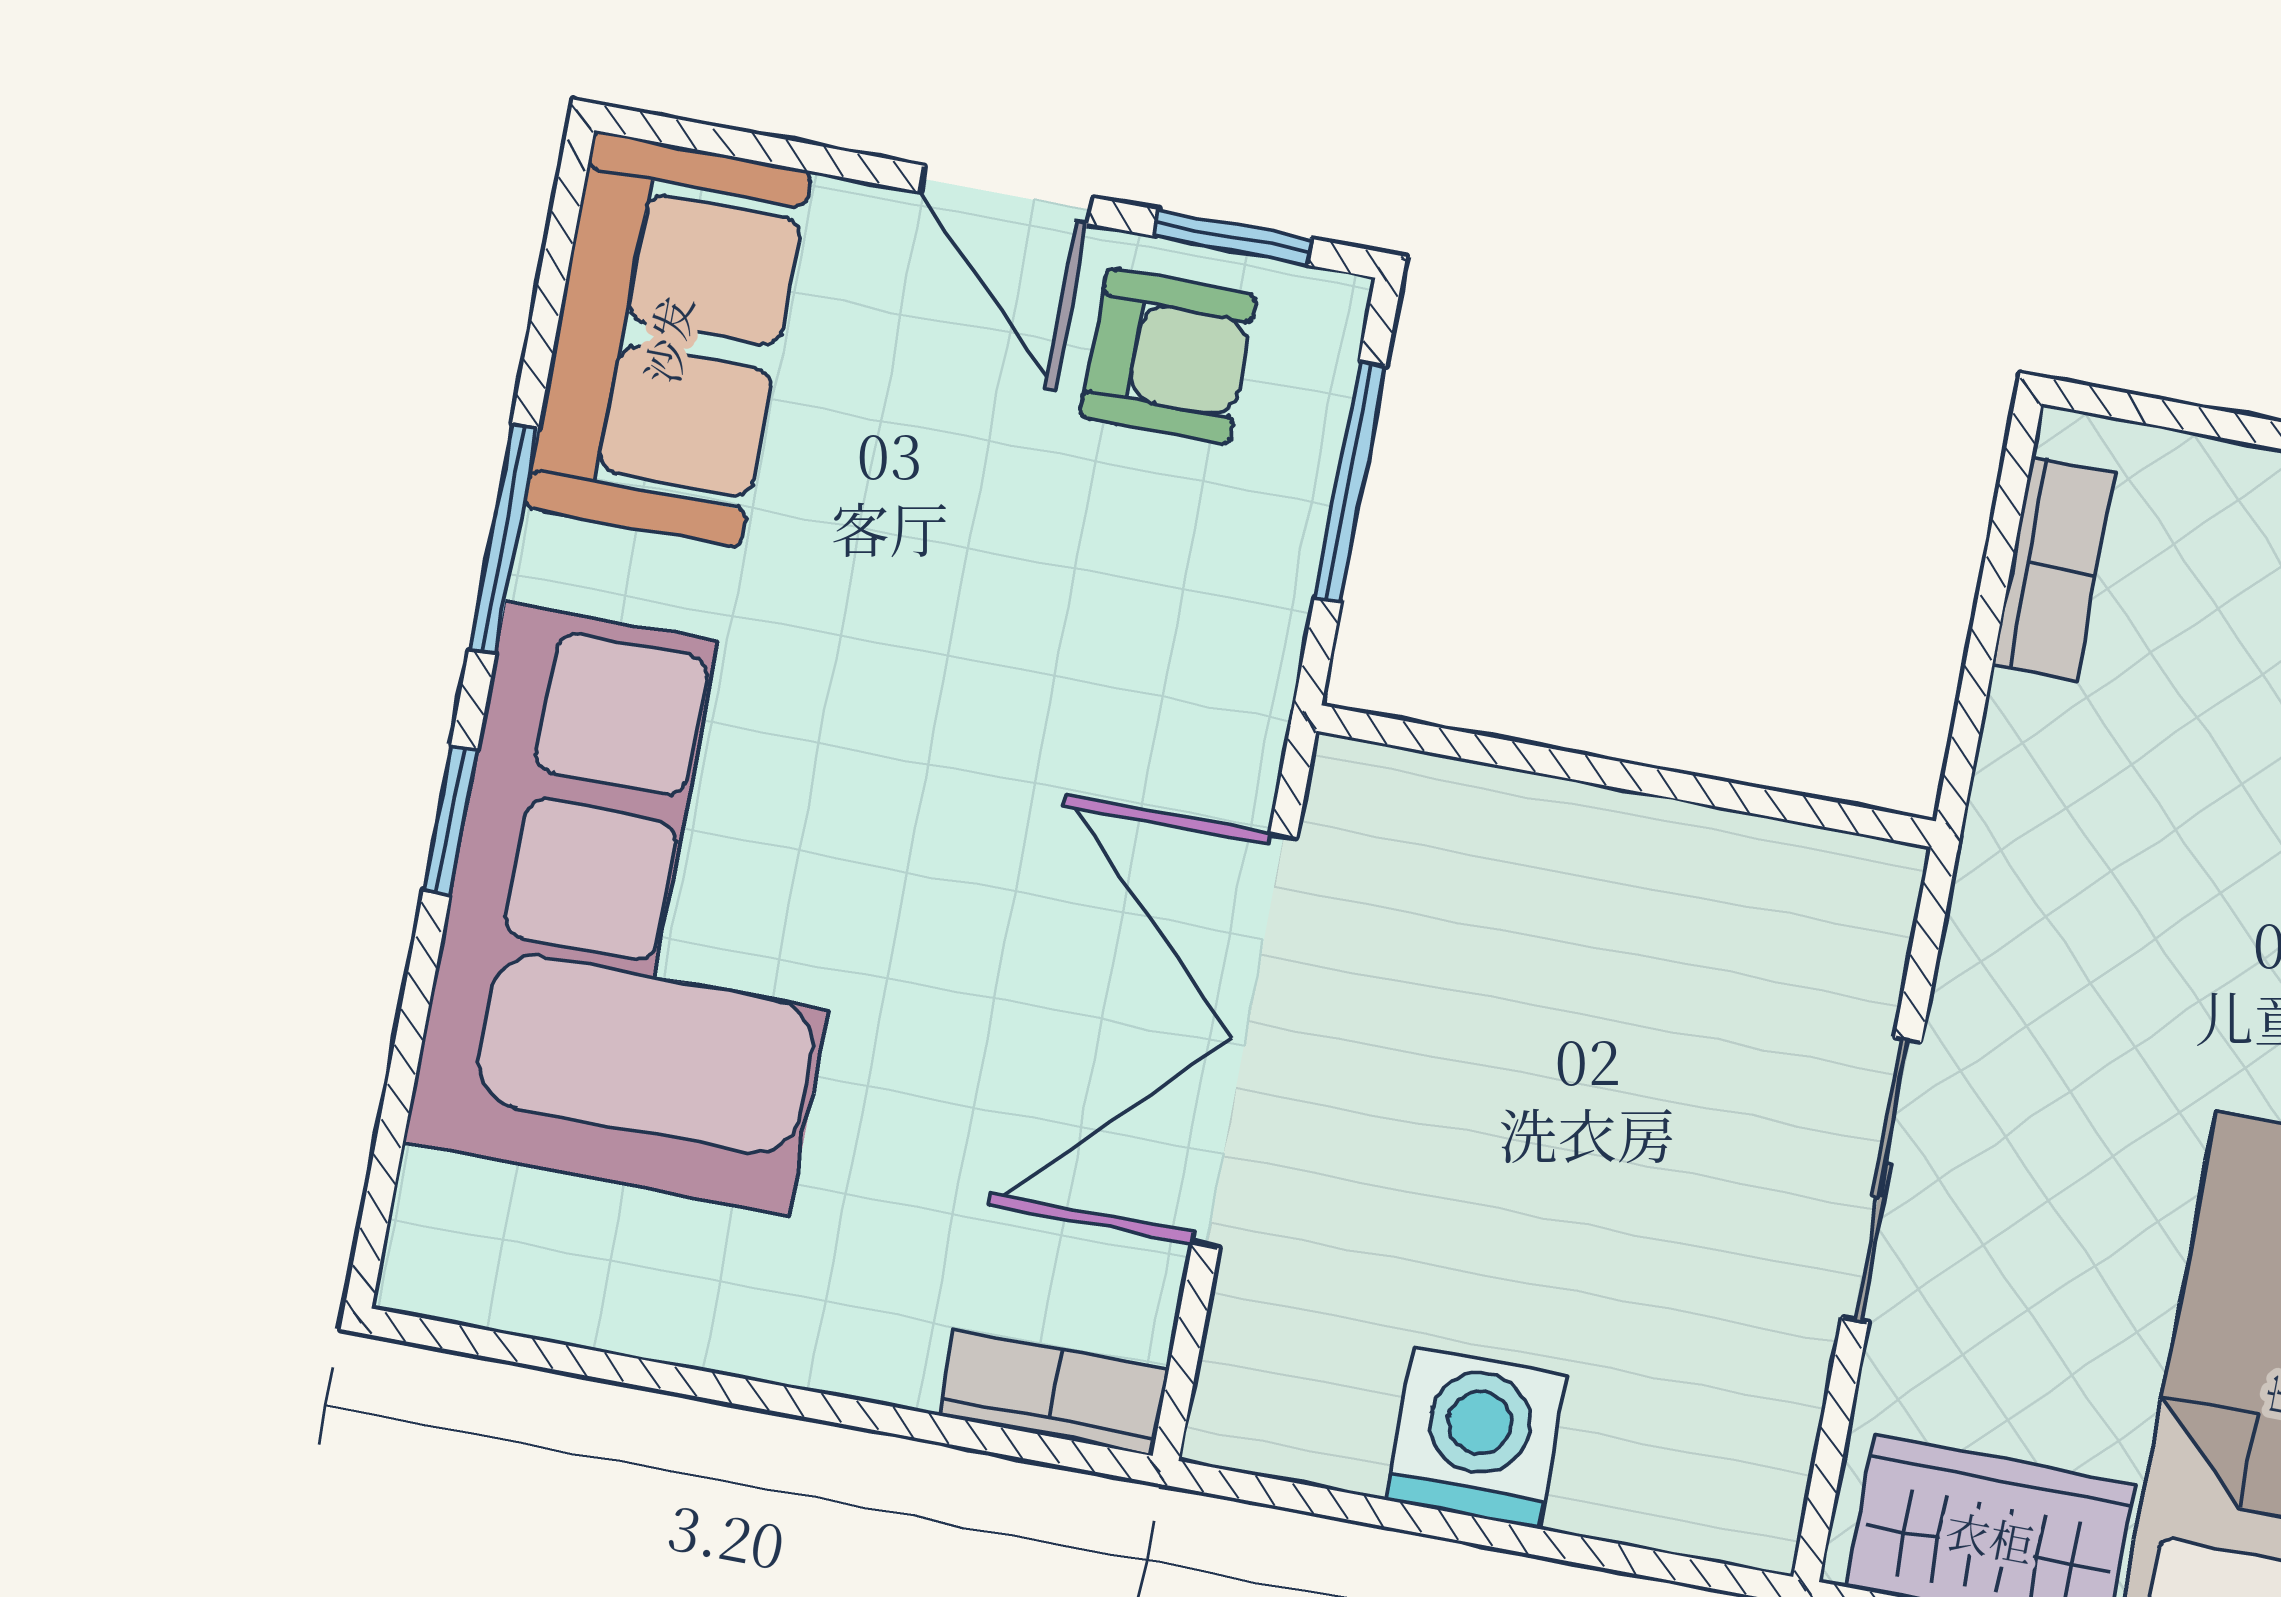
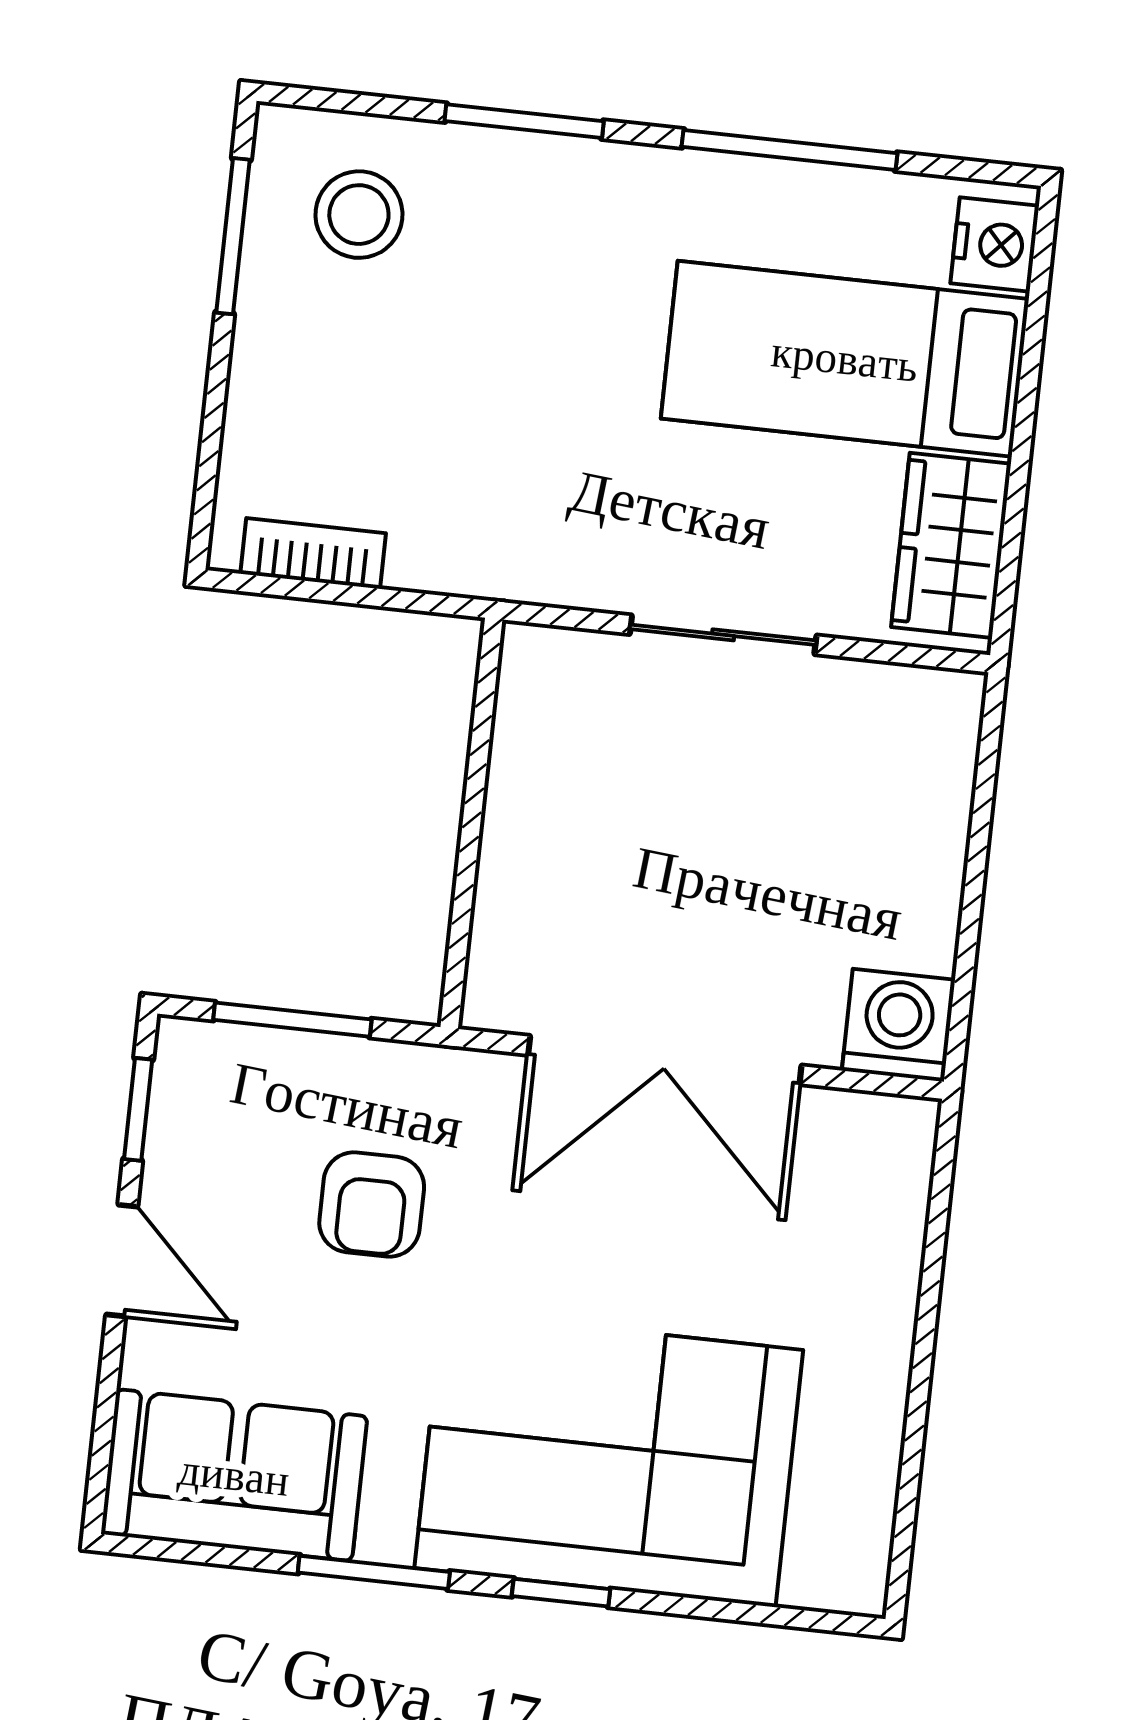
door: (1006, 195) -> (122, 1261), hinge flipped
armchair: (1168, 356) -> (372, 1205), moved, turned 180
bookcase: (1053, 1393) -> (906, 1167), removed
washing machine: (1477, 1438) -> (898, 1025), moved, turned 90

